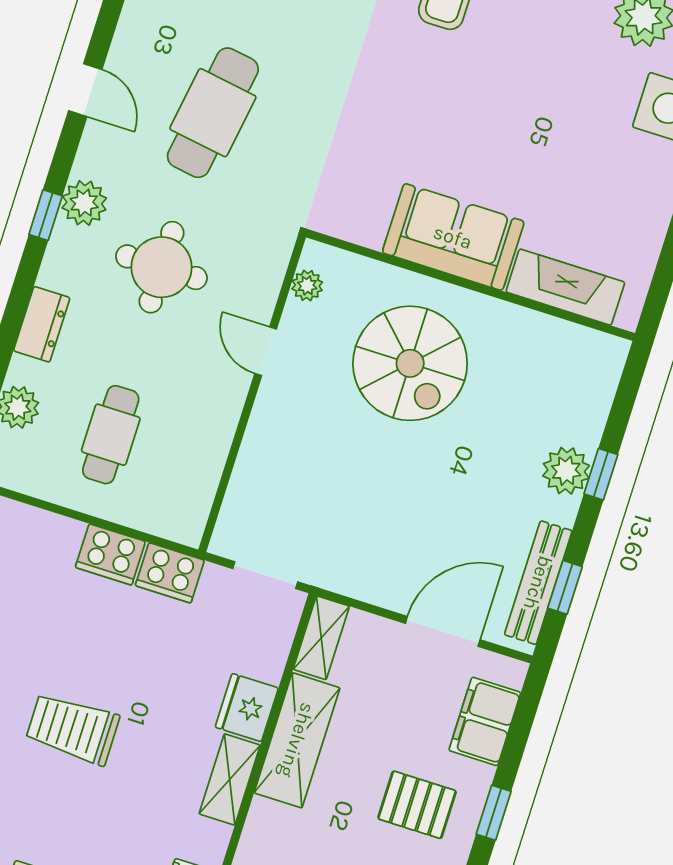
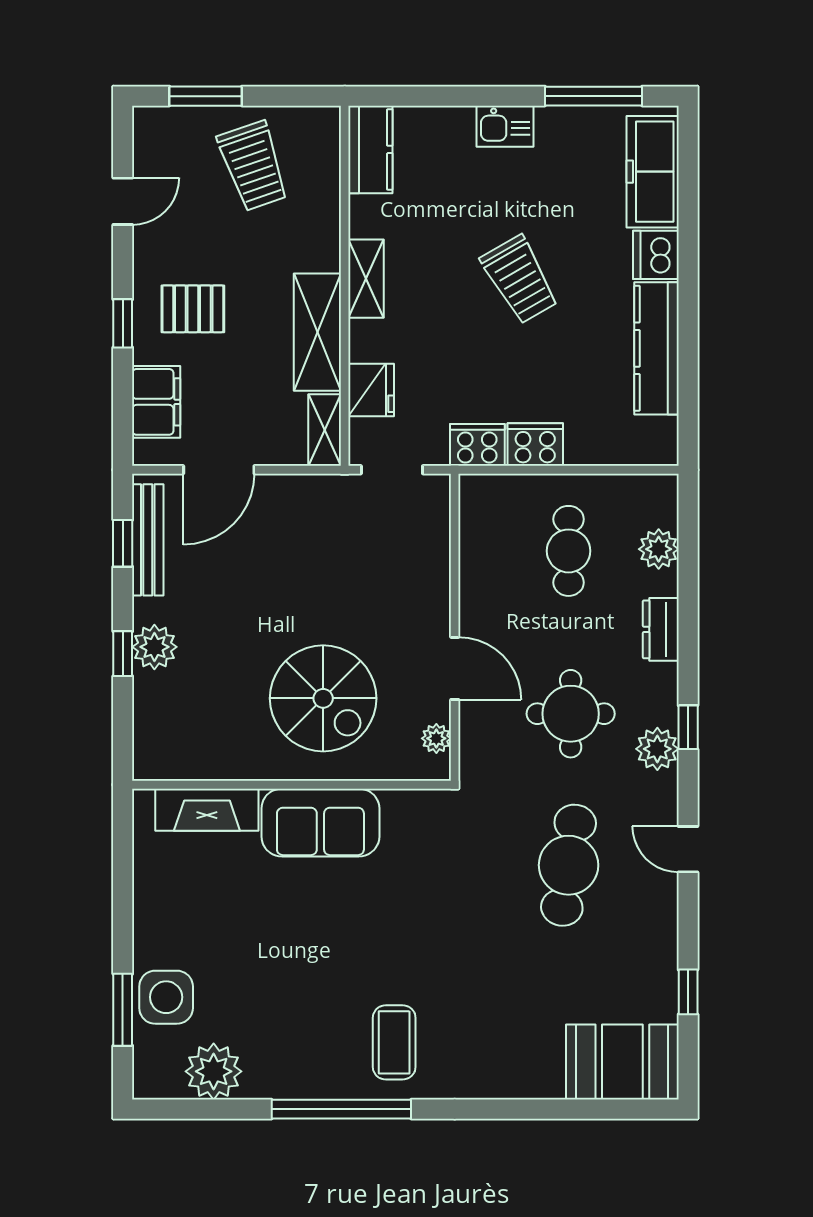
door: (266, 351) -> (455, 668), width x1.38
spiral stairs: (410, 363) -> (323, 698), turned 180
fridge: (247, 708) -> (371, 390), moved
trolley: (73, 729) -> (520, 279), turned 60

